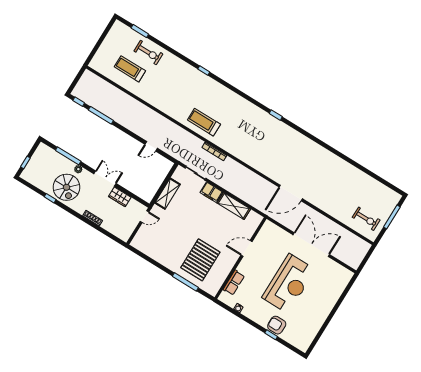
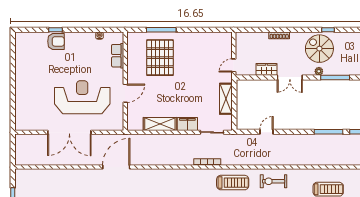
exercise bike: (366, 219) -> (274, 181), moved
reception desk: (289, 284) -> (82, 97), moved, turned 90

